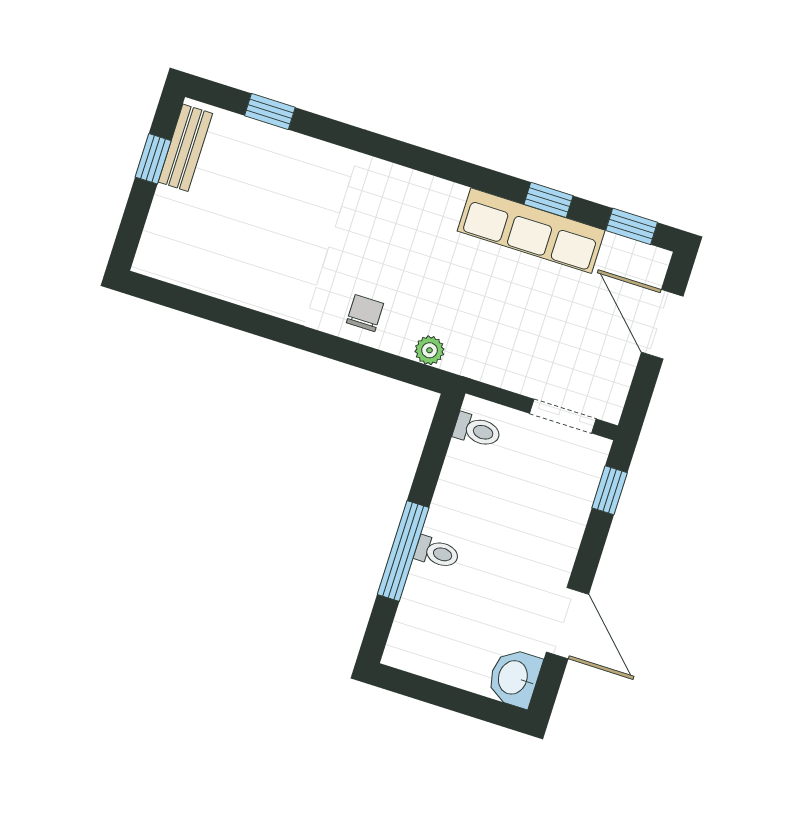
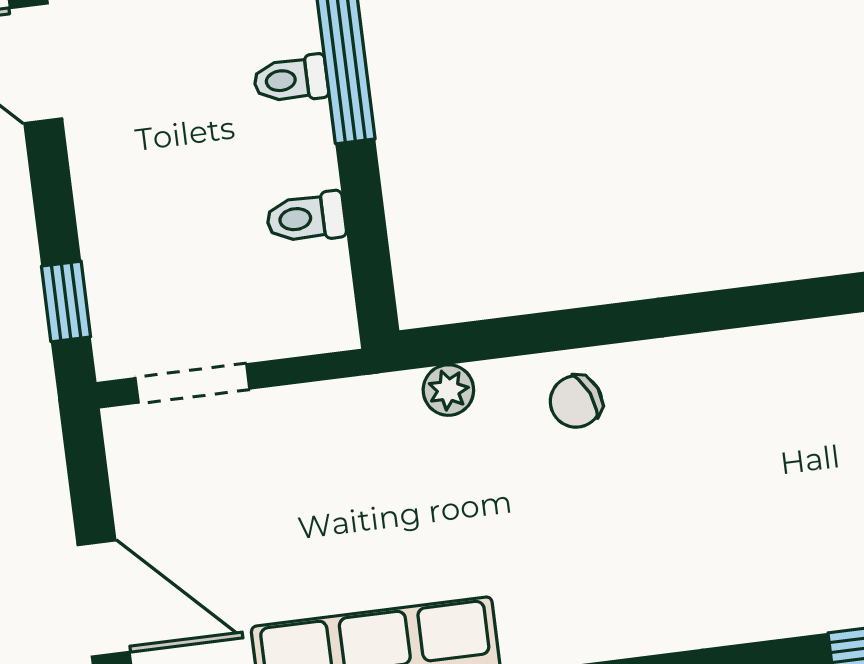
chair: (365, 313) -> (576, 401), turned 67
toilet: (477, 430) -> (306, 218), moved

